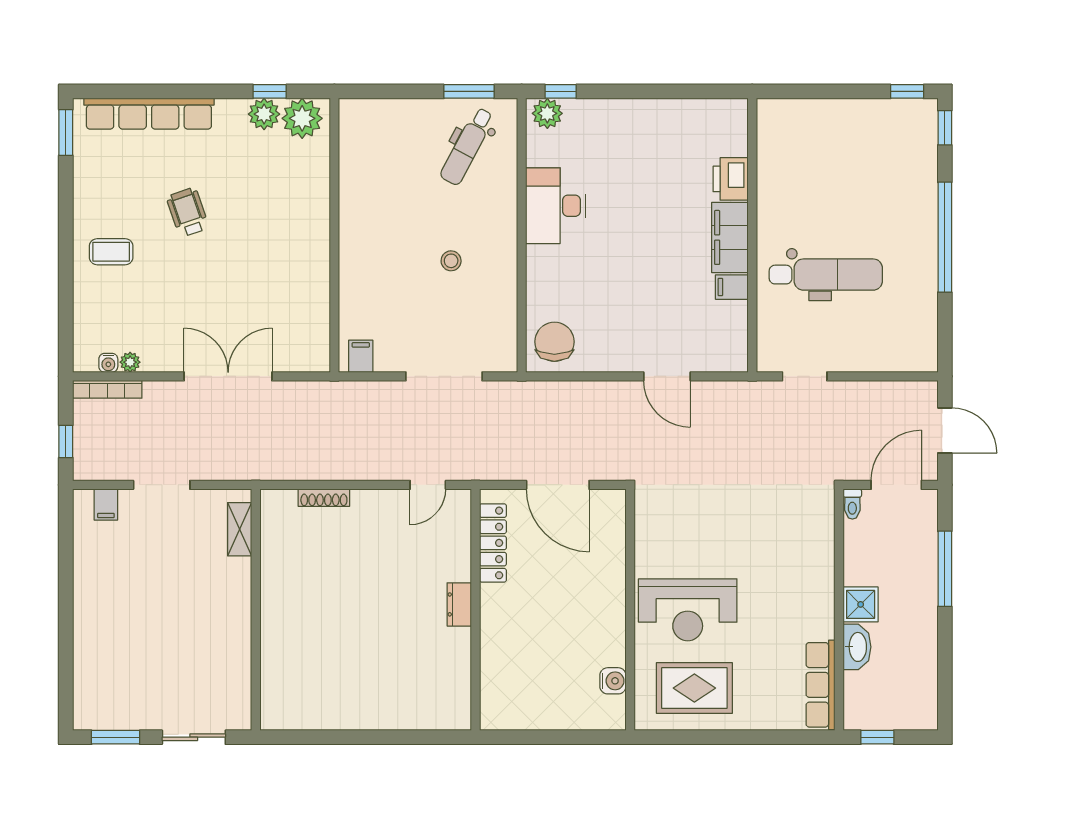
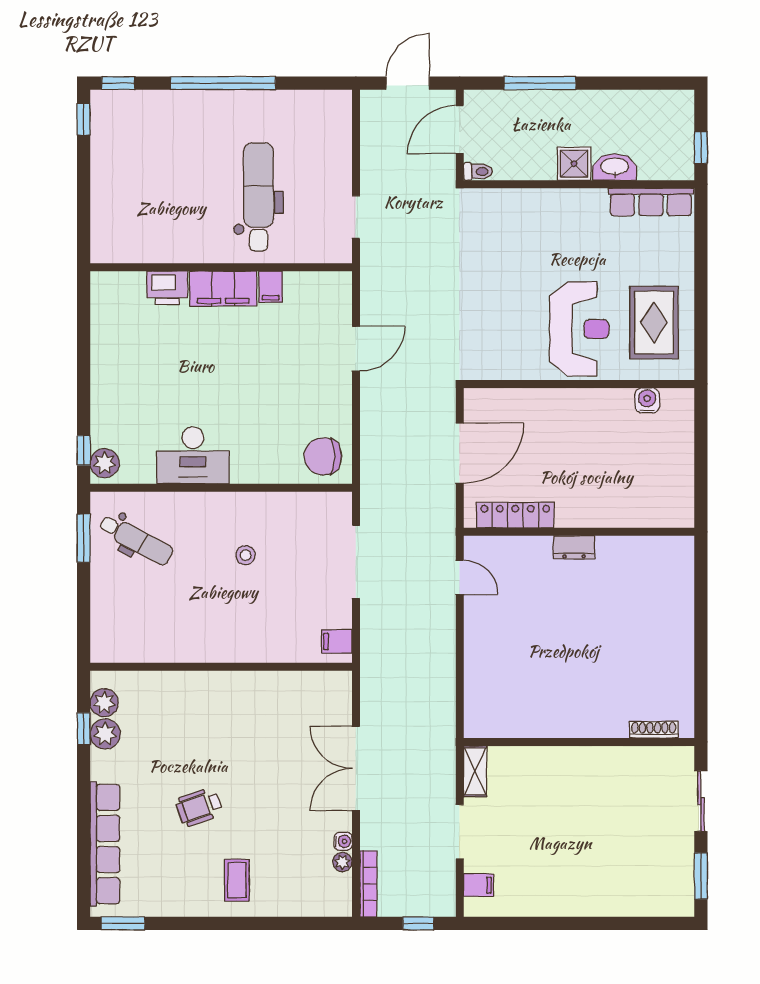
plant: (302, 118) -> (104, 703), width x0.73, depth x0.73
water cooler: (108, 363) -> (343, 841), moved
door: (896, 485) -> (460, 130), hinge flipped
shoe rack: (324, 498) -> (654, 730), moved, turned -90
shelving: (240, 529) -> (475, 771), moved, turned 90

